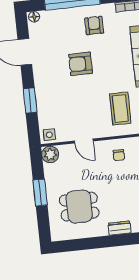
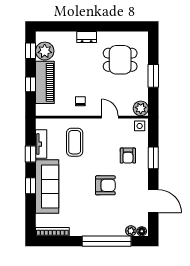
plant: (46, 16) -> (131, 231), added
armchair: (94, 25) -> (128, 156), moved

